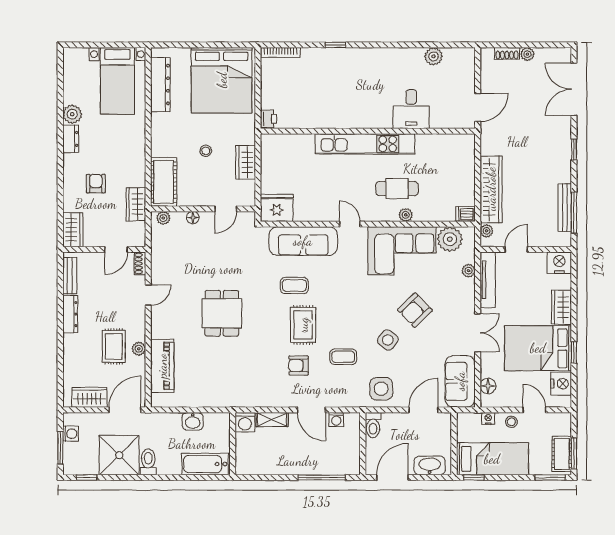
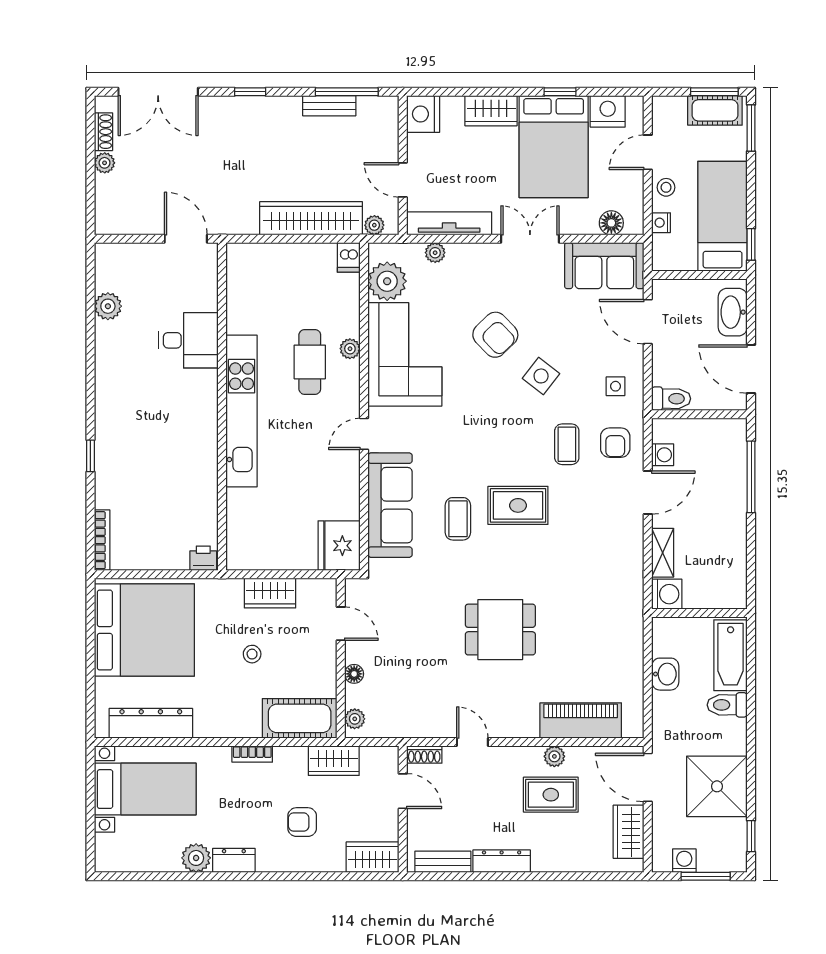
shoe rack: (507, 53) -> (103, 132), moved
bookcase: (140, 151) -> (252, 754), added
bench: (565, 208) -> (329, 106), width x0.73
armchair: (299, 365) -> (615, 443), moved
side table: (381, 389) -> (616, 386), width x0.54, depth x0.54
toilet: (148, 462) -> (727, 705), moved

